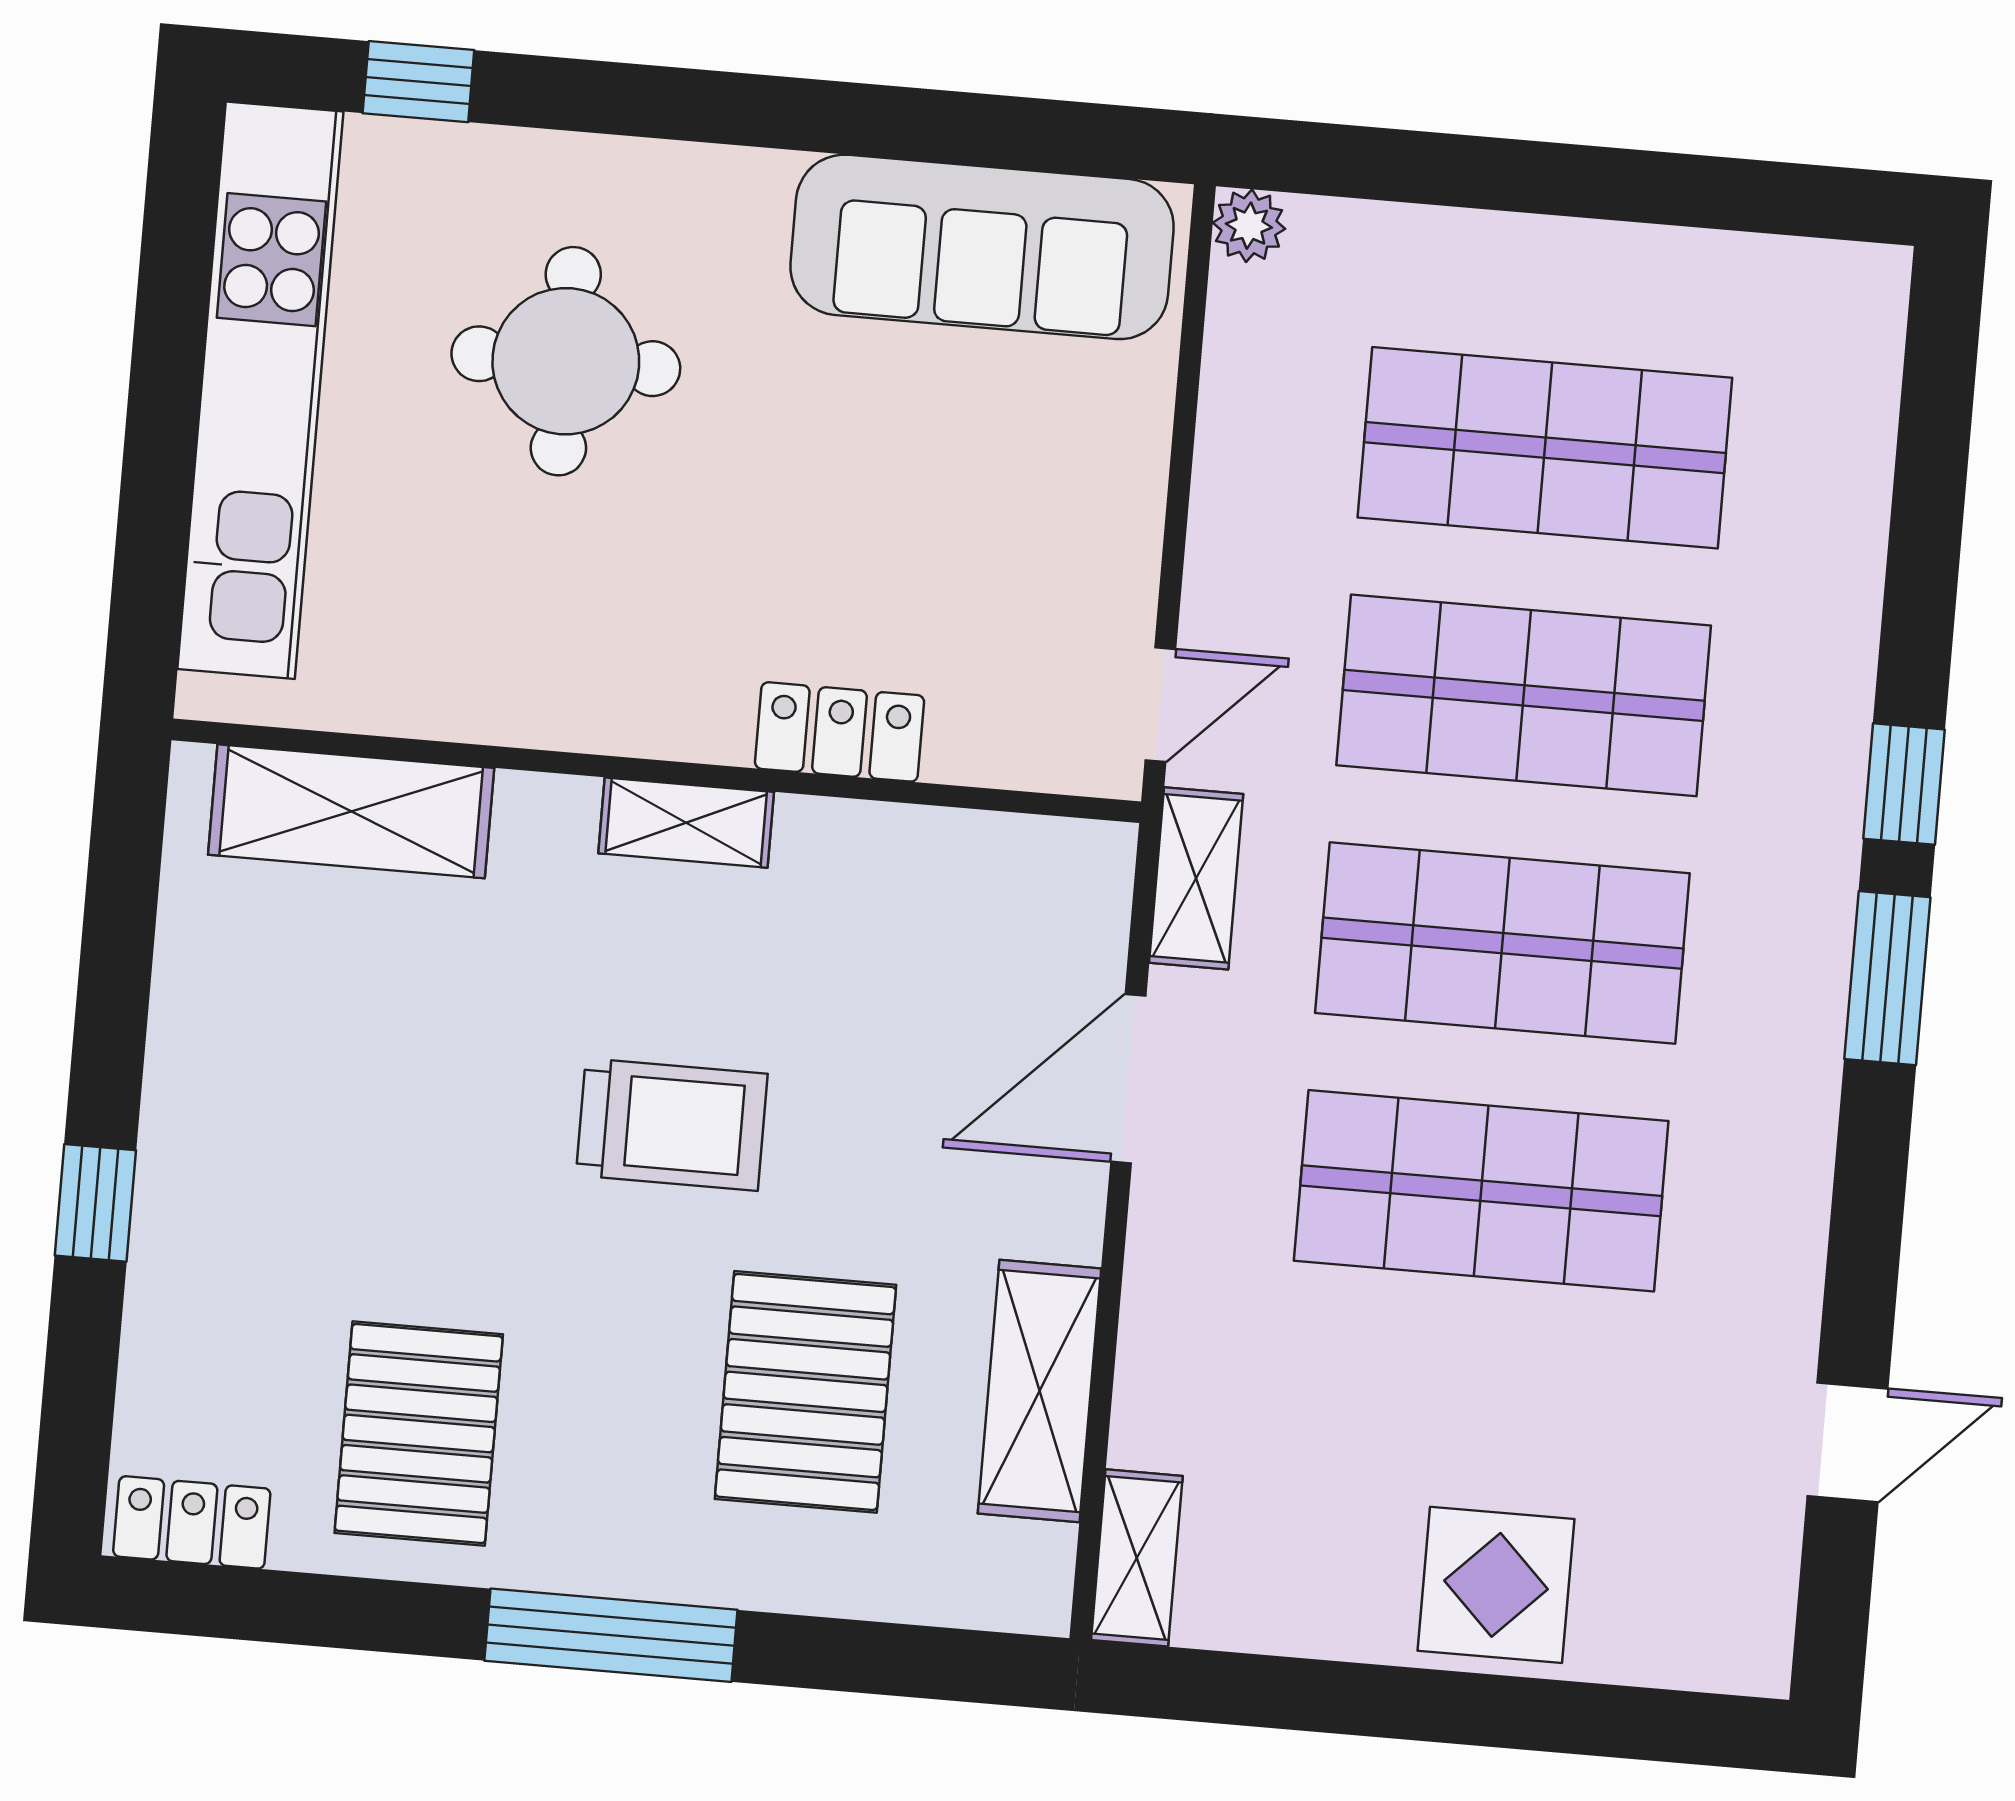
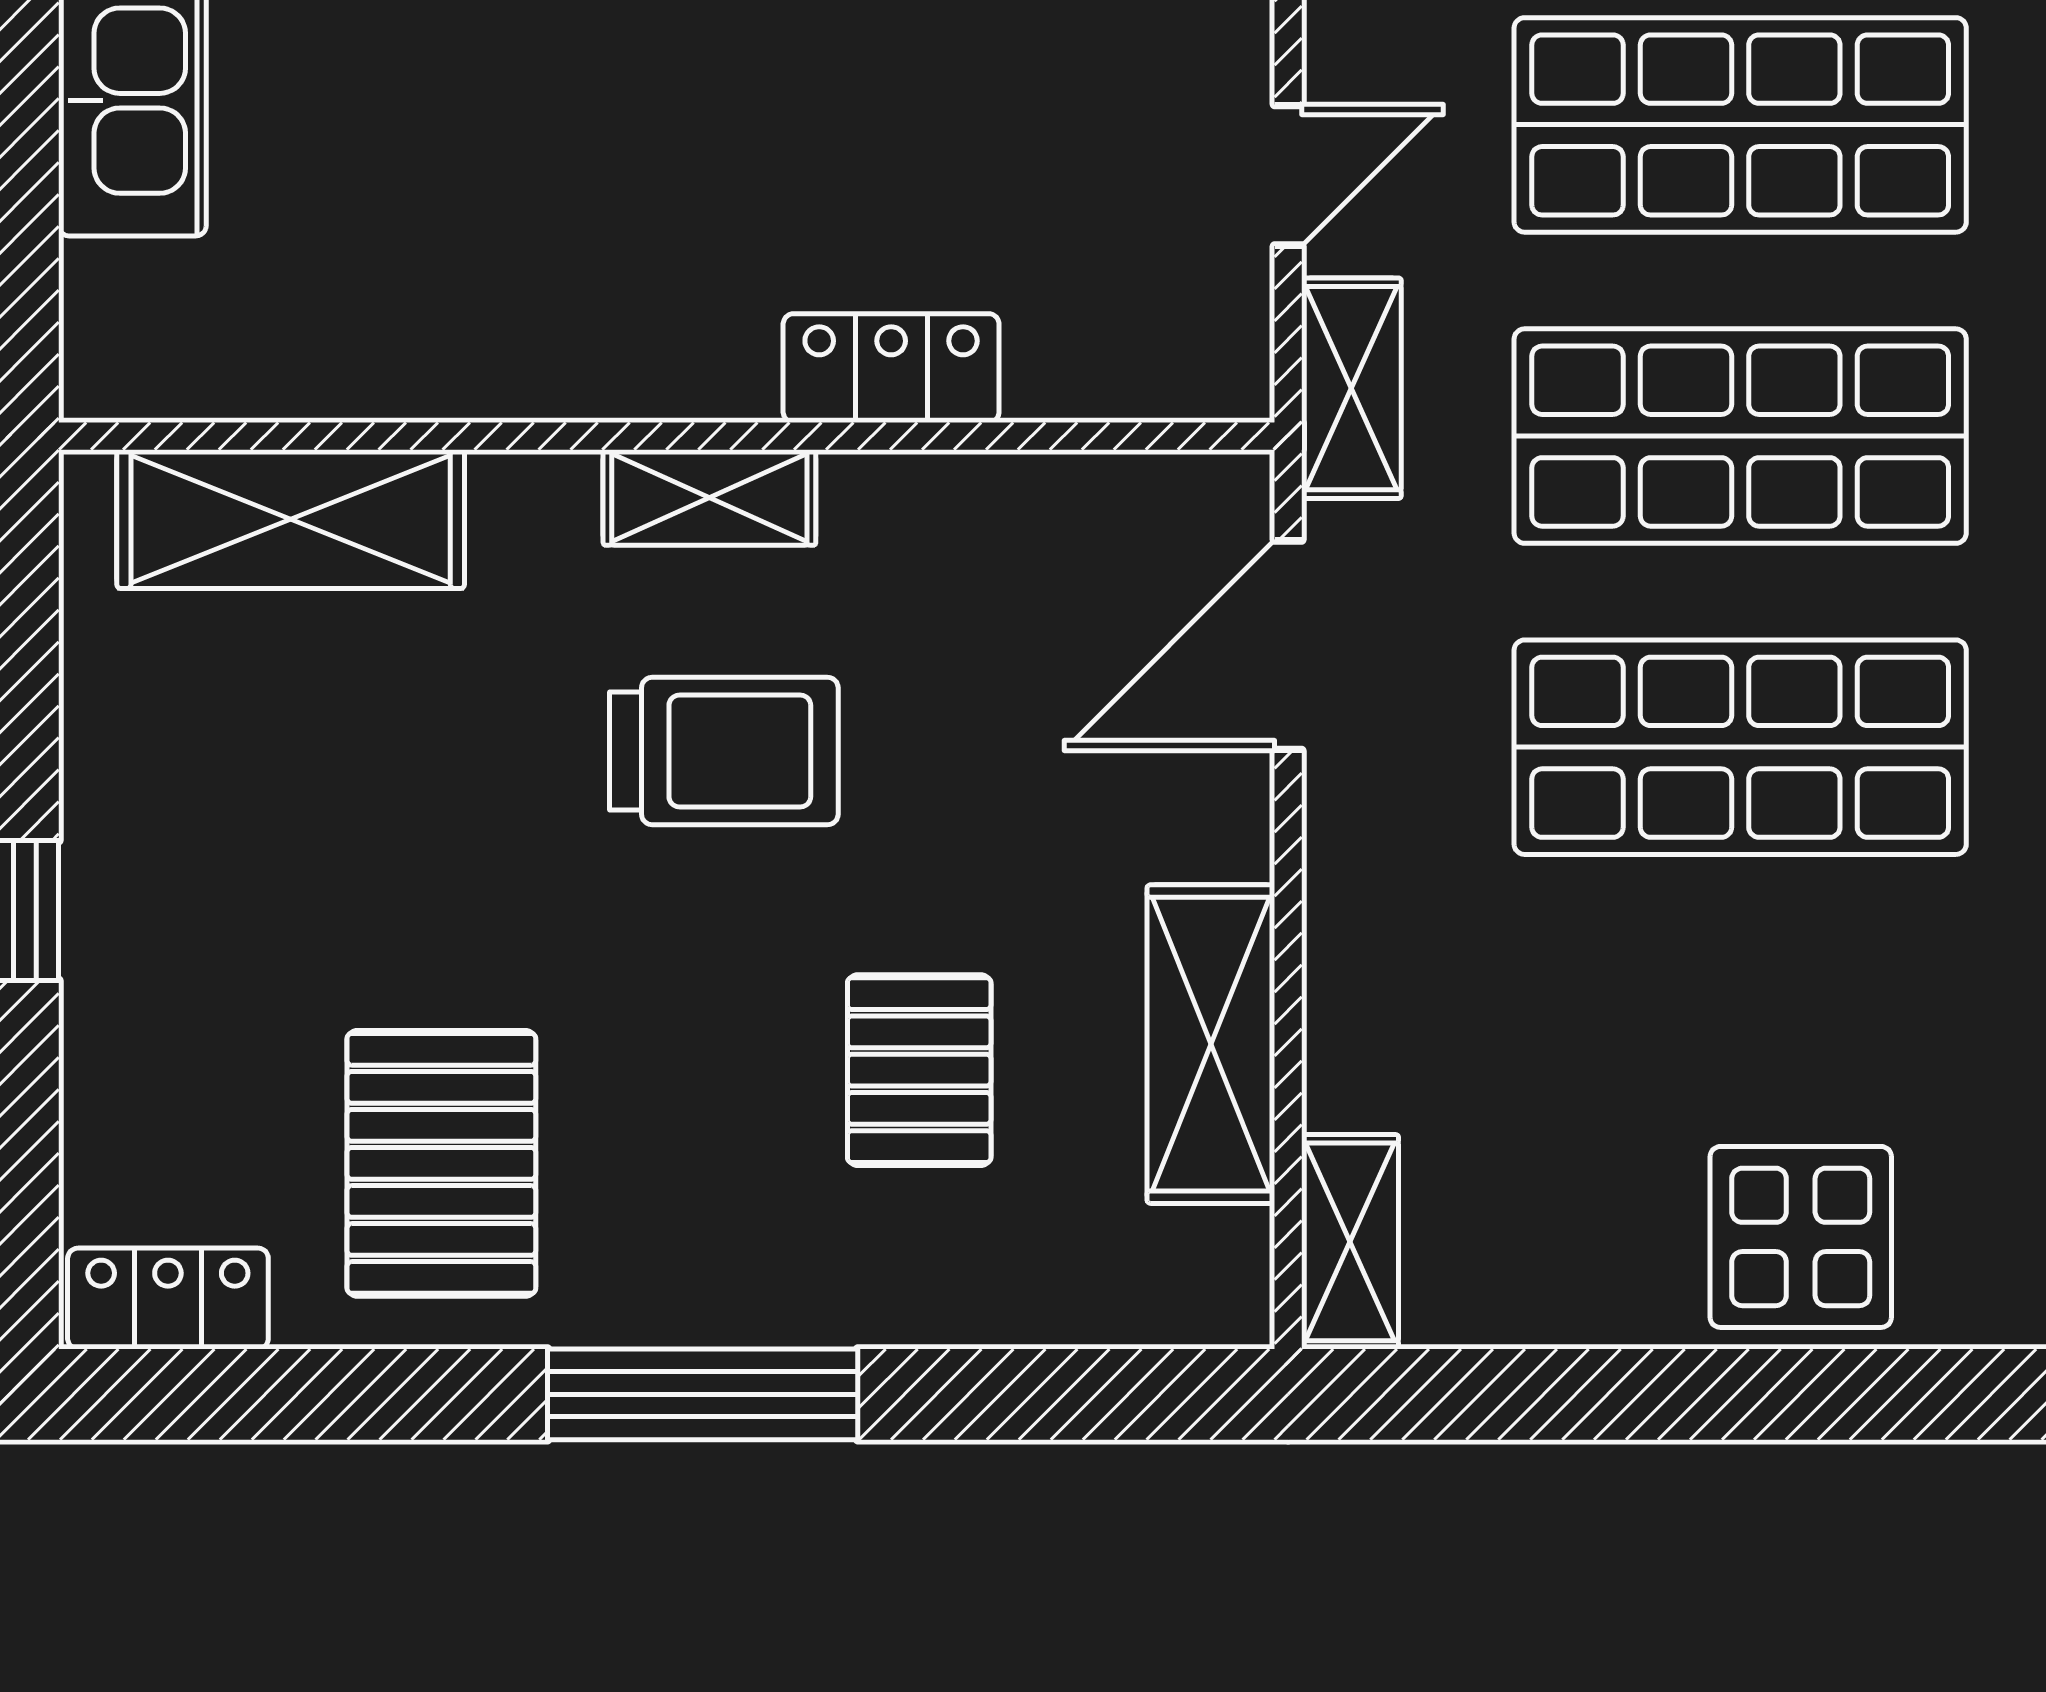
locker: (840, 732) -> (891, 368), moved
wall: (656, 771) -> (667, 436), moved
shelving: (351, 811) -> (291, 519), moved
shelving: (686, 823) -> (709, 497), moved
pallet: (806, 1392) -> (919, 1070), width x0.67, depth x0.71

